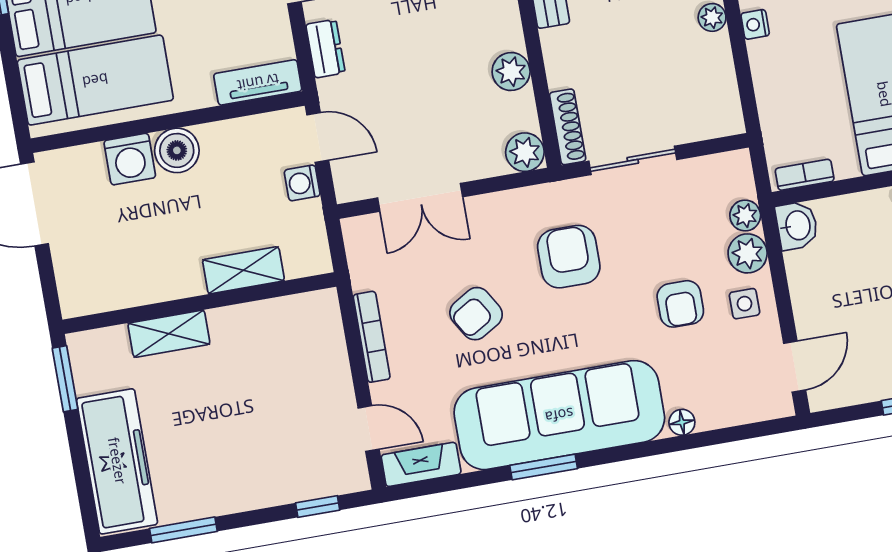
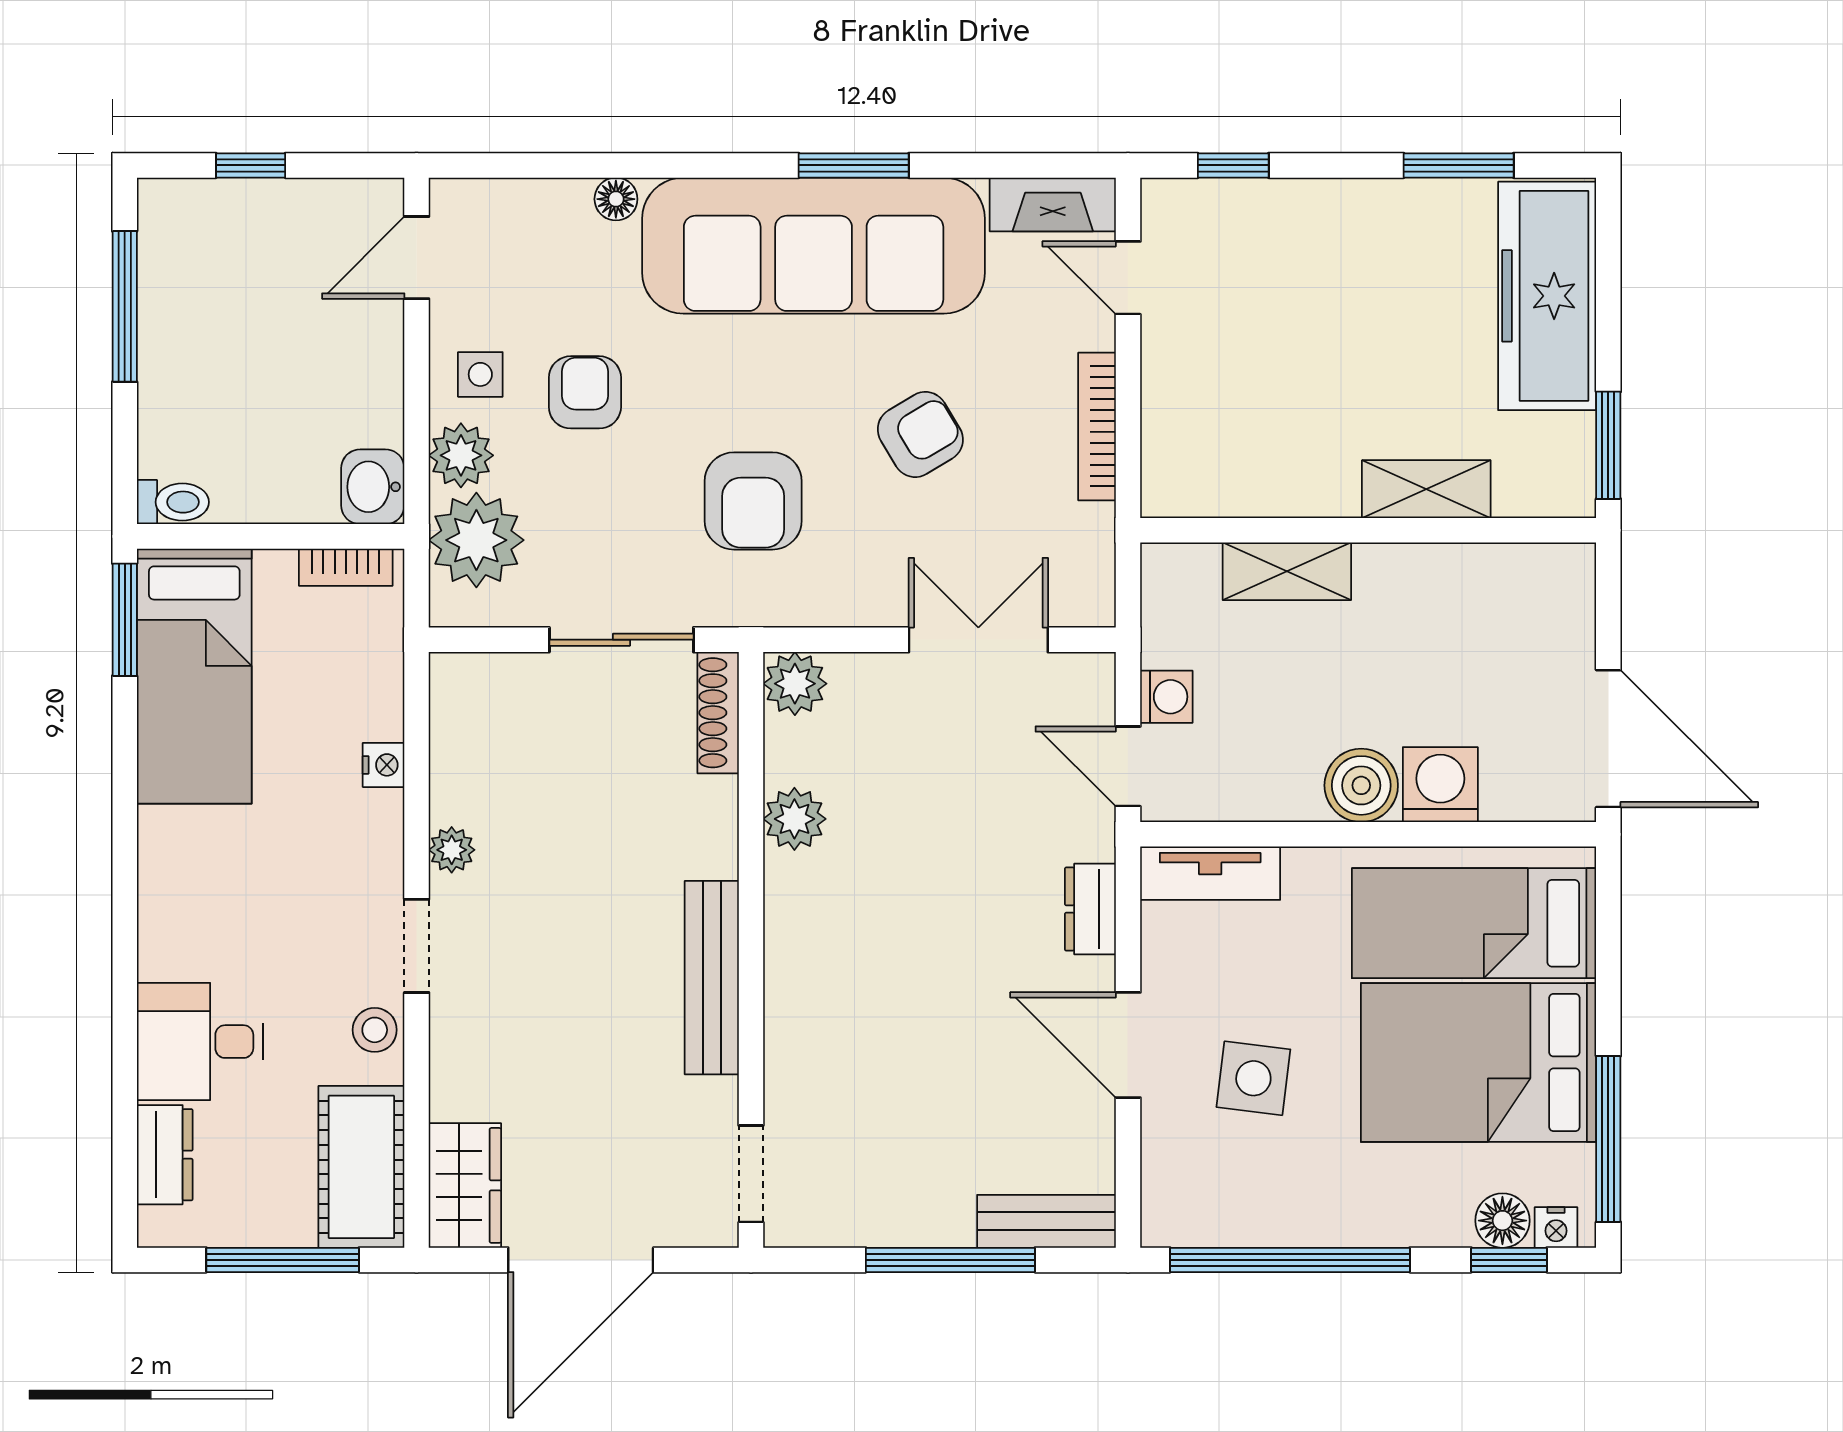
nightstand: (755, 24) -> (384, 765), moved
plant: (745, 215) -> (476, 540), width x1.87, depth x1.87

